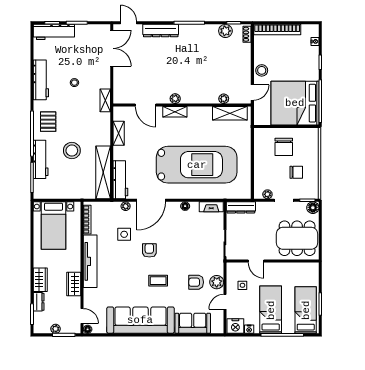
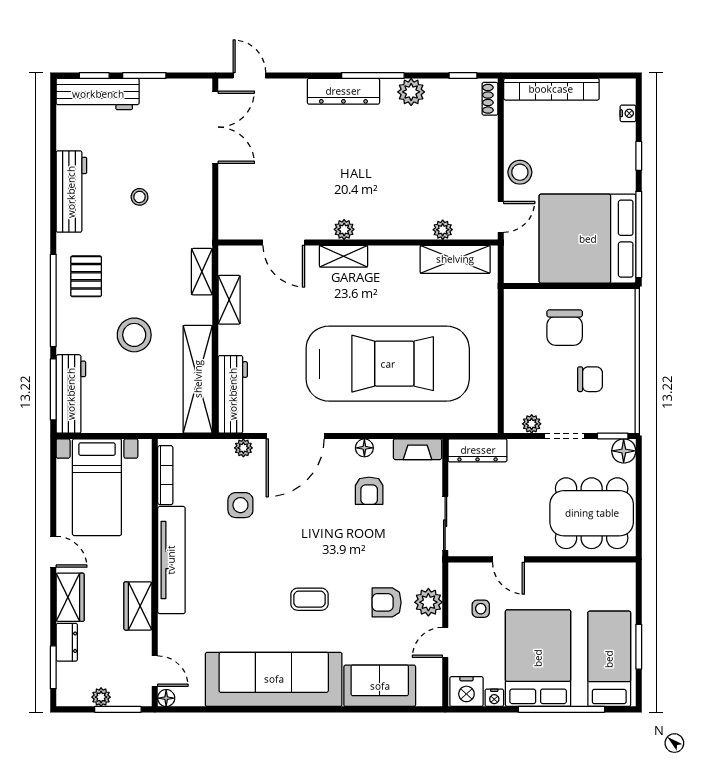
dresser: (161, 31) -> (343, 91), moved
plant: (225, 31) -> (411, 92), moved
shelving: (105, 100) -> (202, 272), moved
workbench: (41, 159) -> (71, 394), moved
armchair: (149, 250) -> (369, 491), moved, turned 180
door: (32, 257) -> (53, 552), added
bed: (271, 310) -> (538, 658), width x1.50

